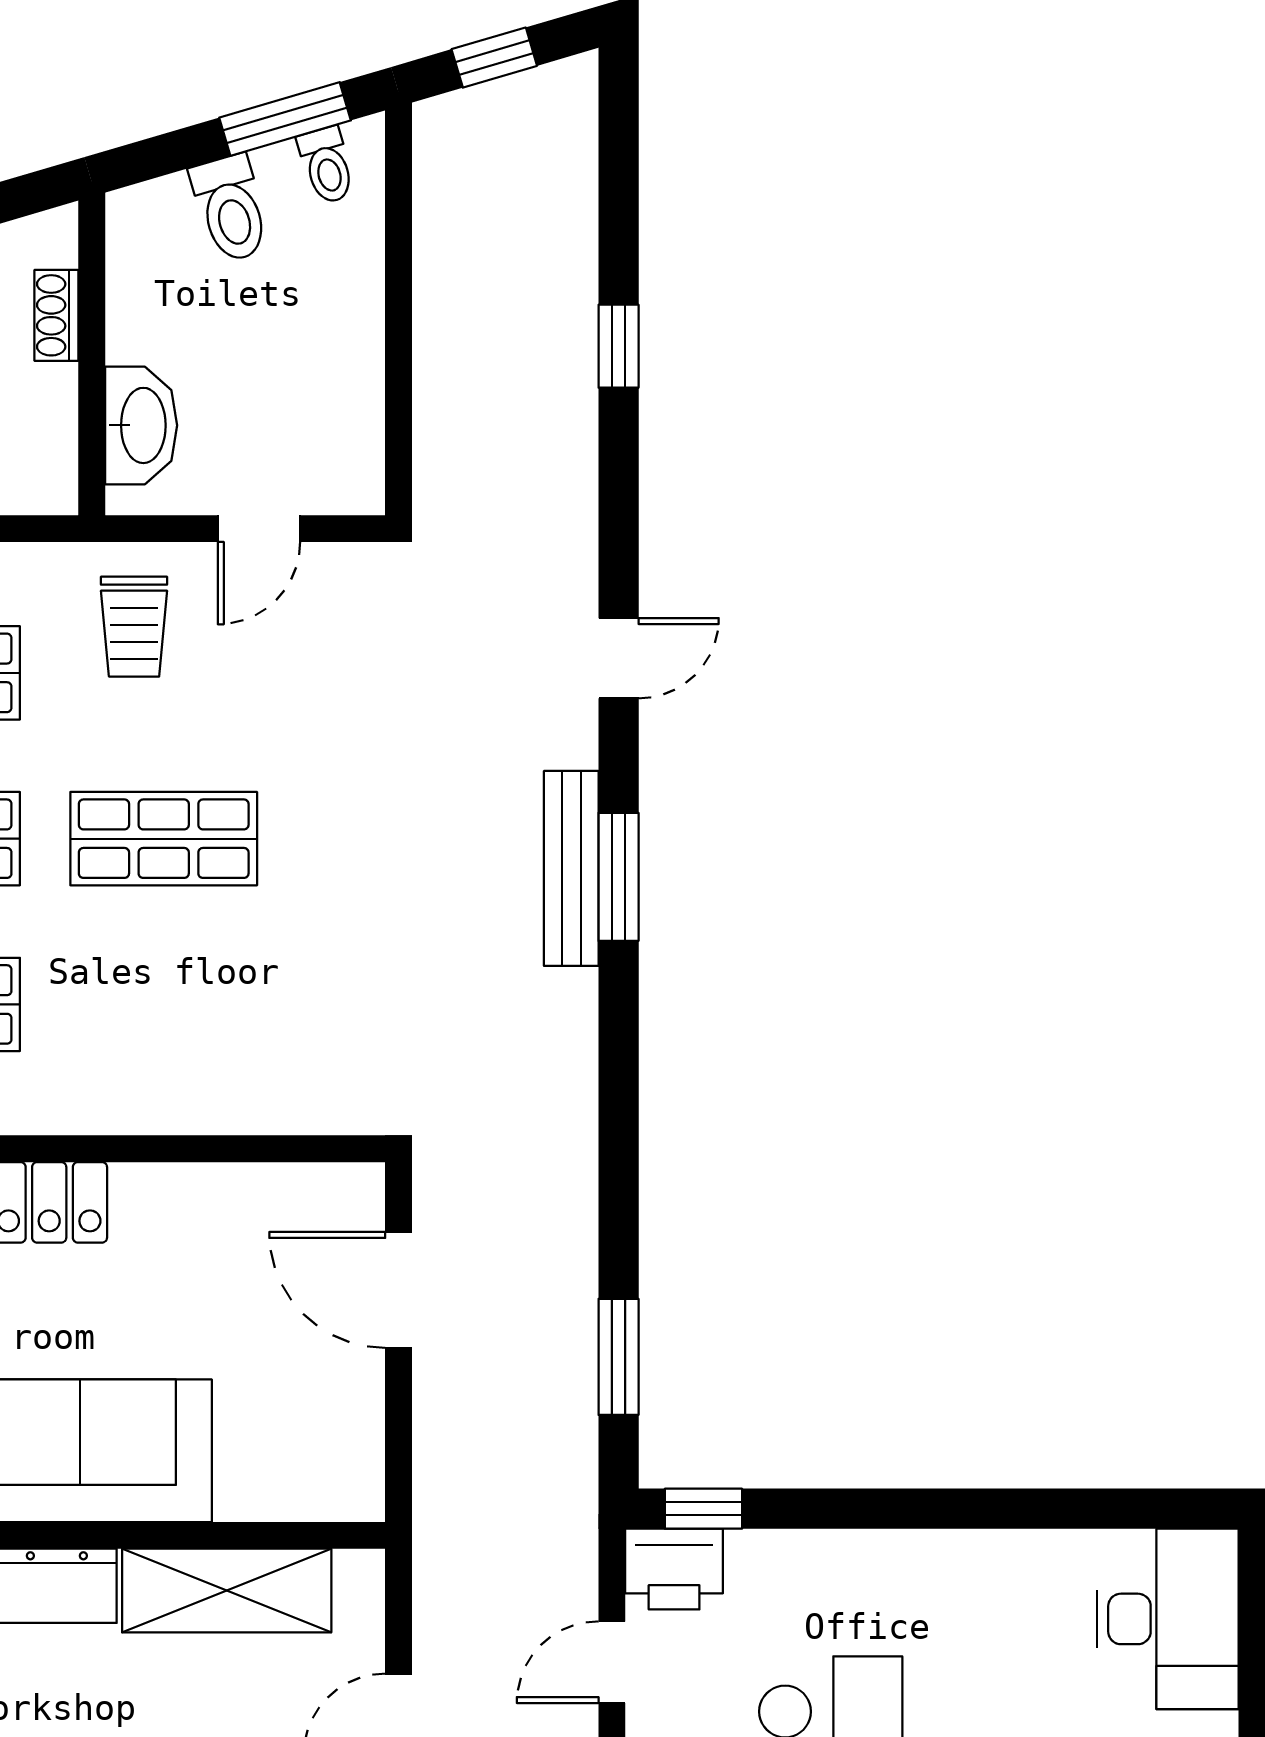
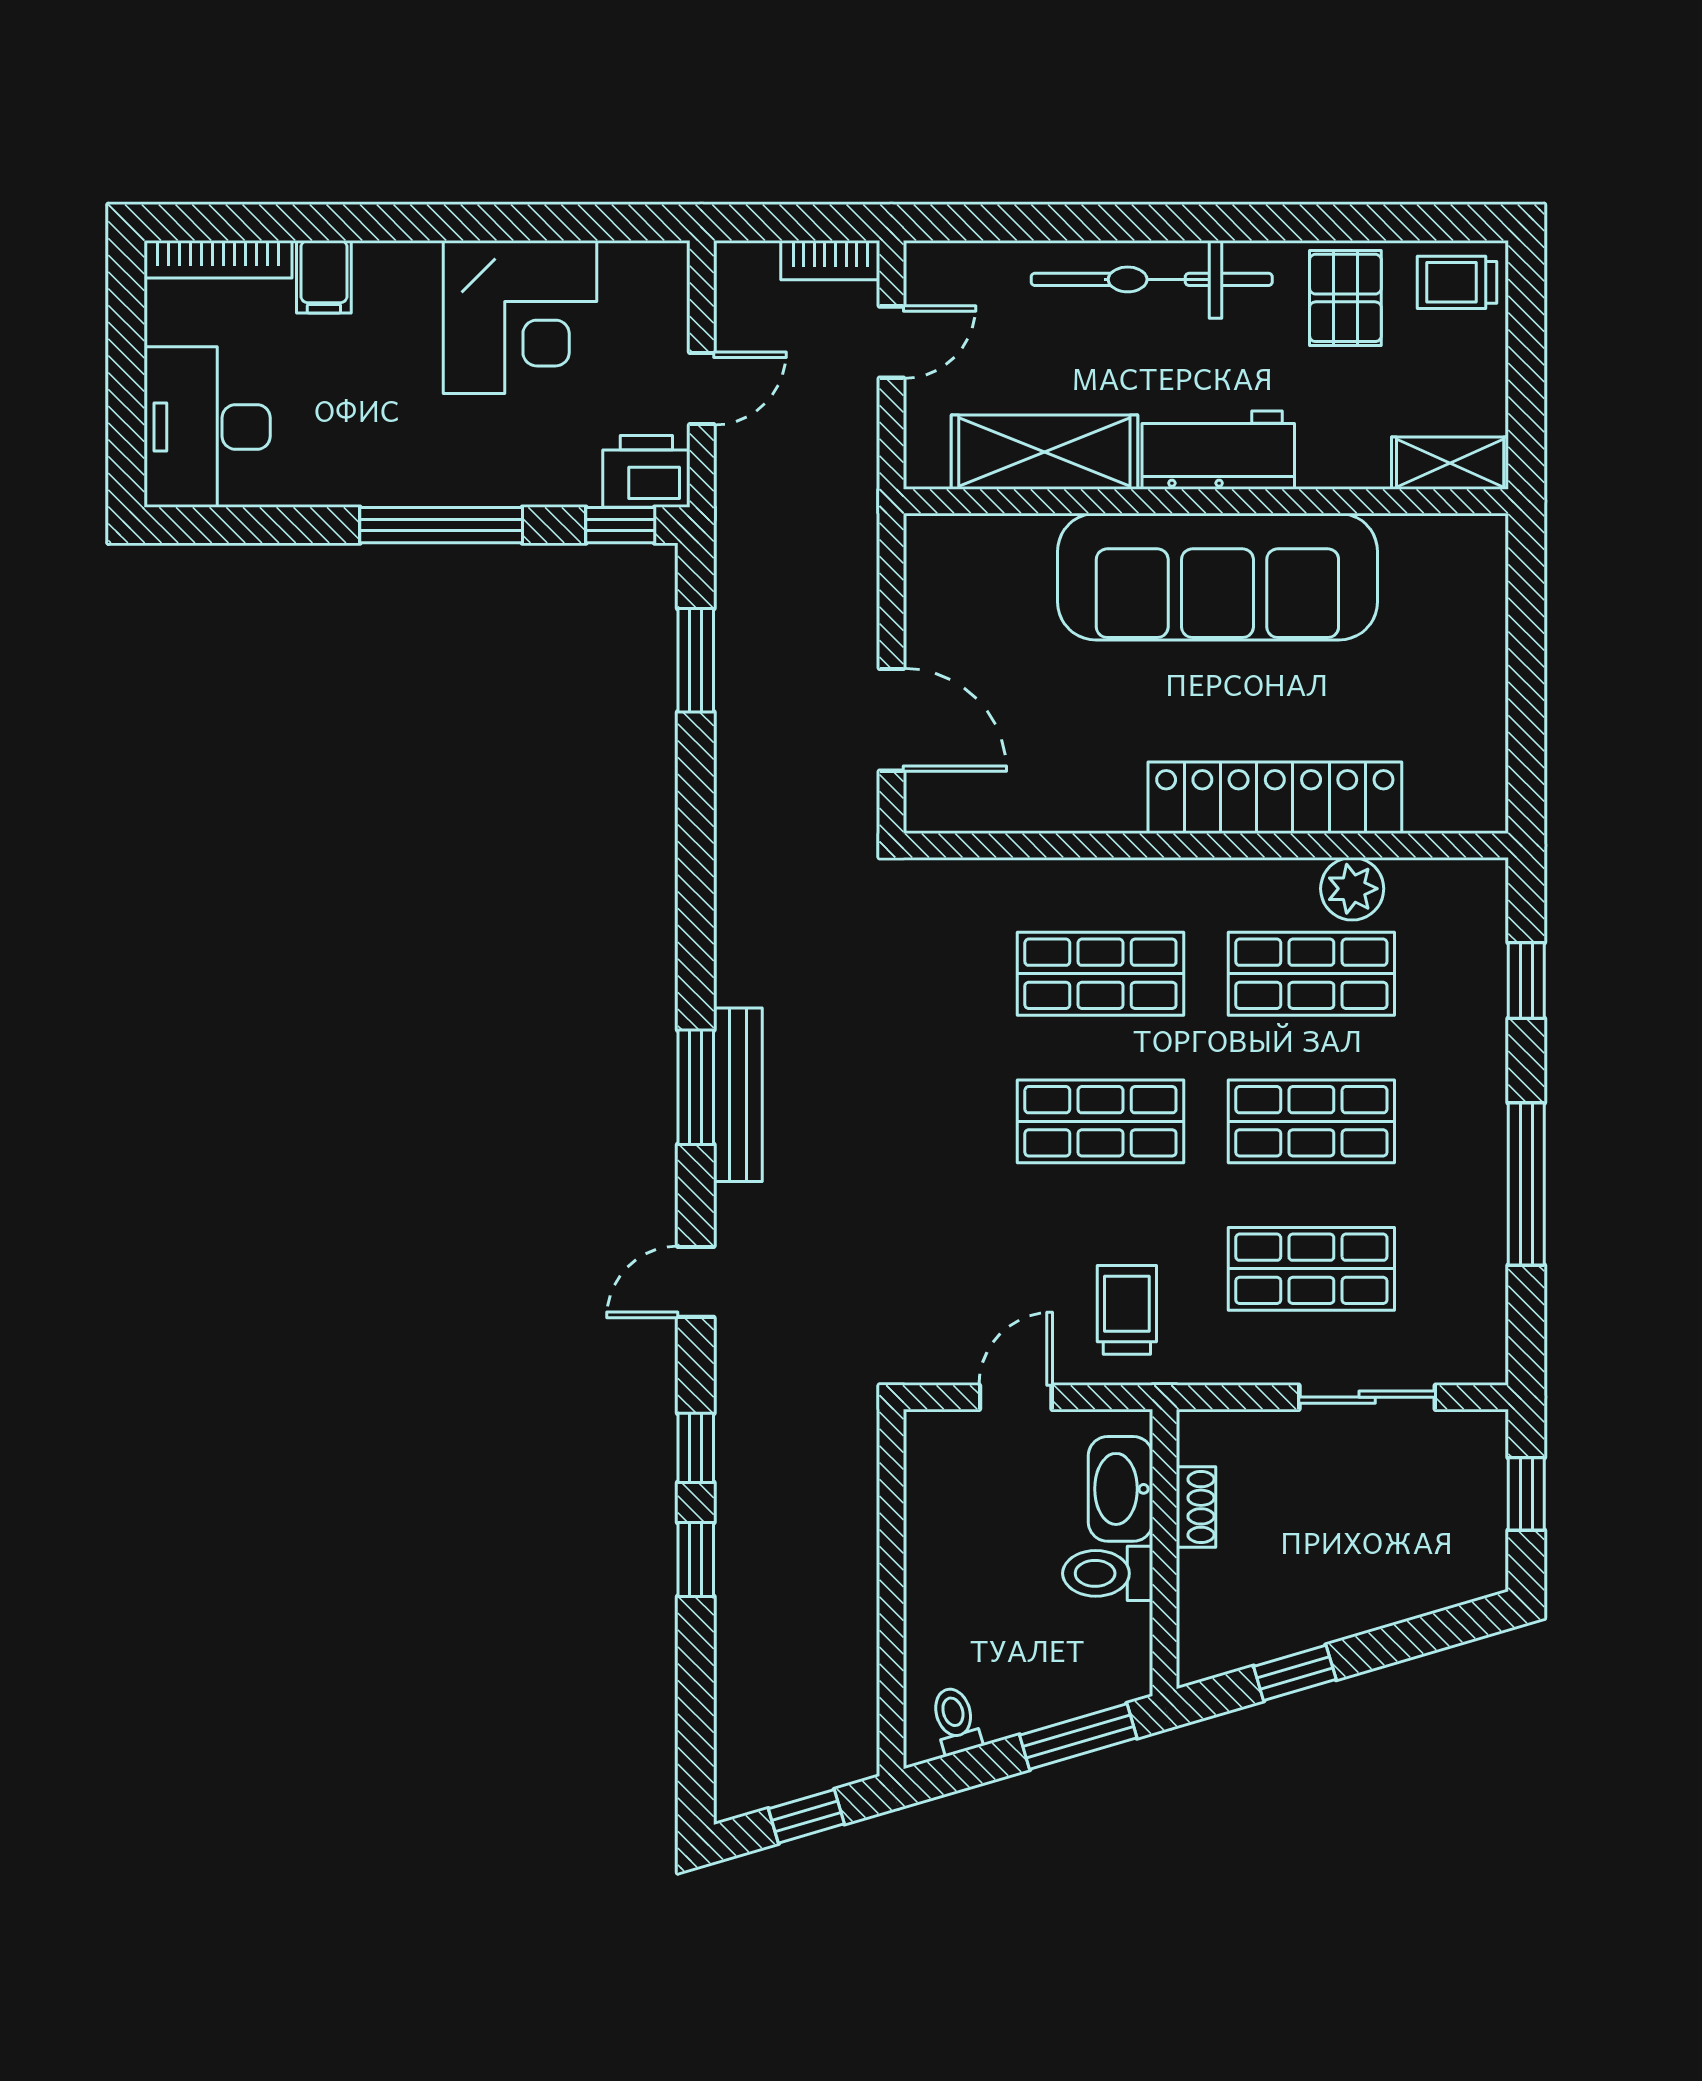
window: (285, 119) -> (1078, 1736), moved
toilet: (231, 208) -> (1108, 1573), moved, turned -74
shoe rack: (56, 315) -> (1196, 1507), moved
window: (619, 472) -> (696, 1448), added
shop shelf: (164, 1004) -> (1100, 974), added
window: (905, 1509) -> (441, 525), added

